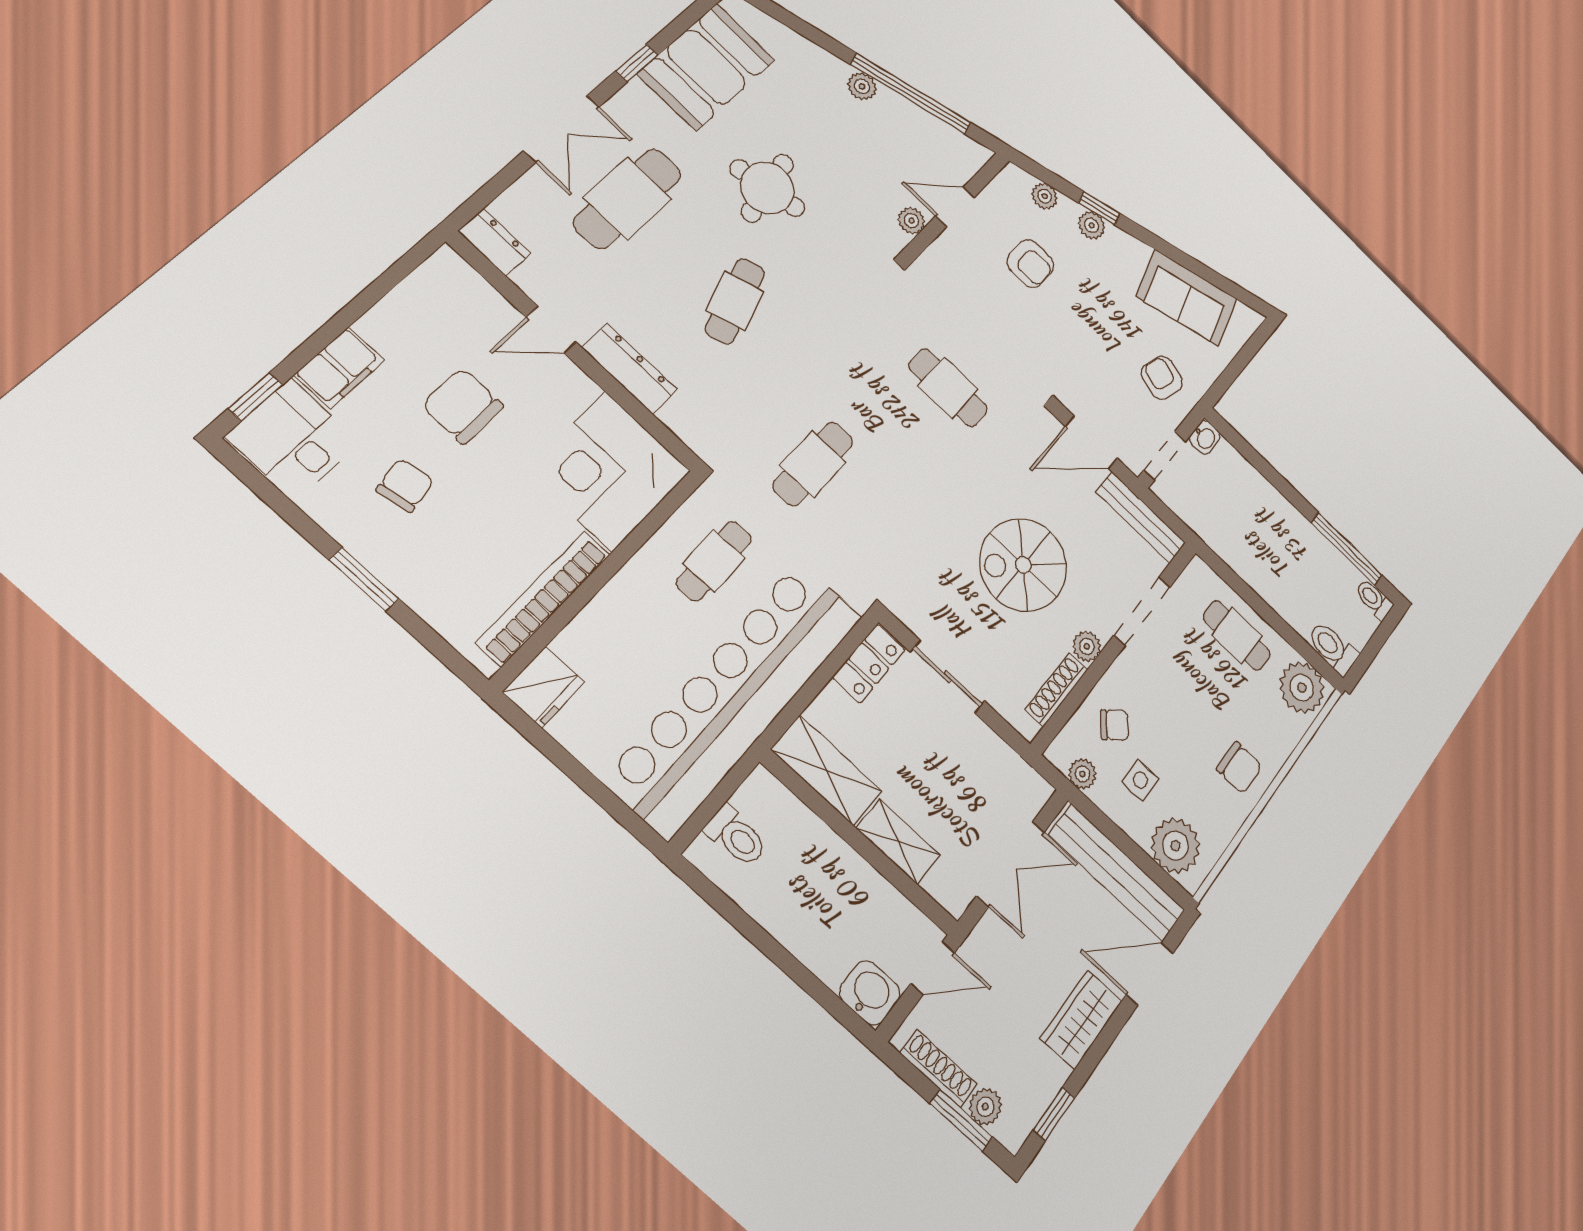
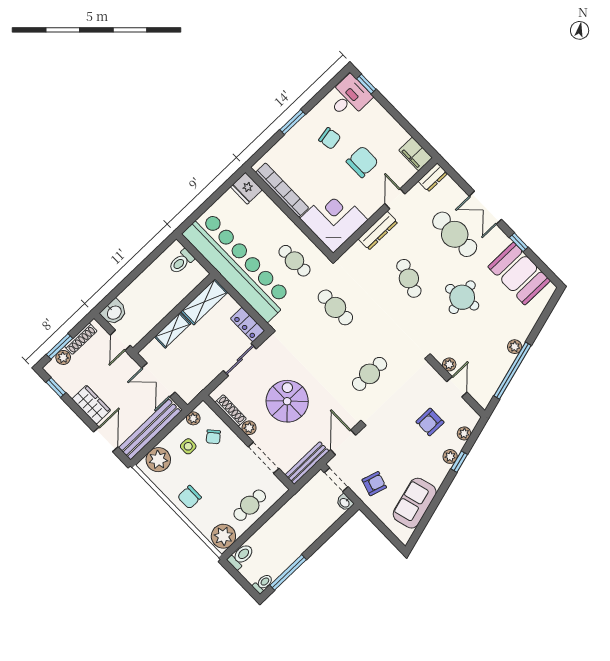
cafe table: (735, 301) -> (409, 278), turned 39
filing cabinet: (339, 368) -> (416, 154), moved

